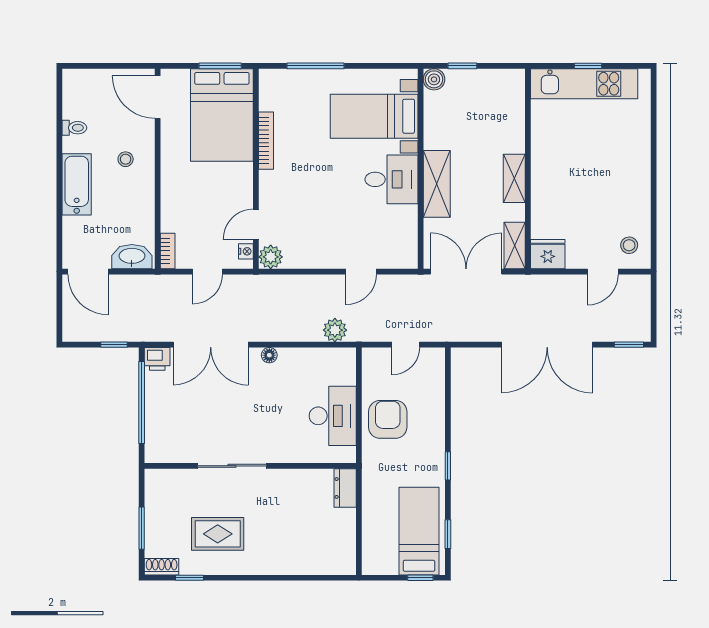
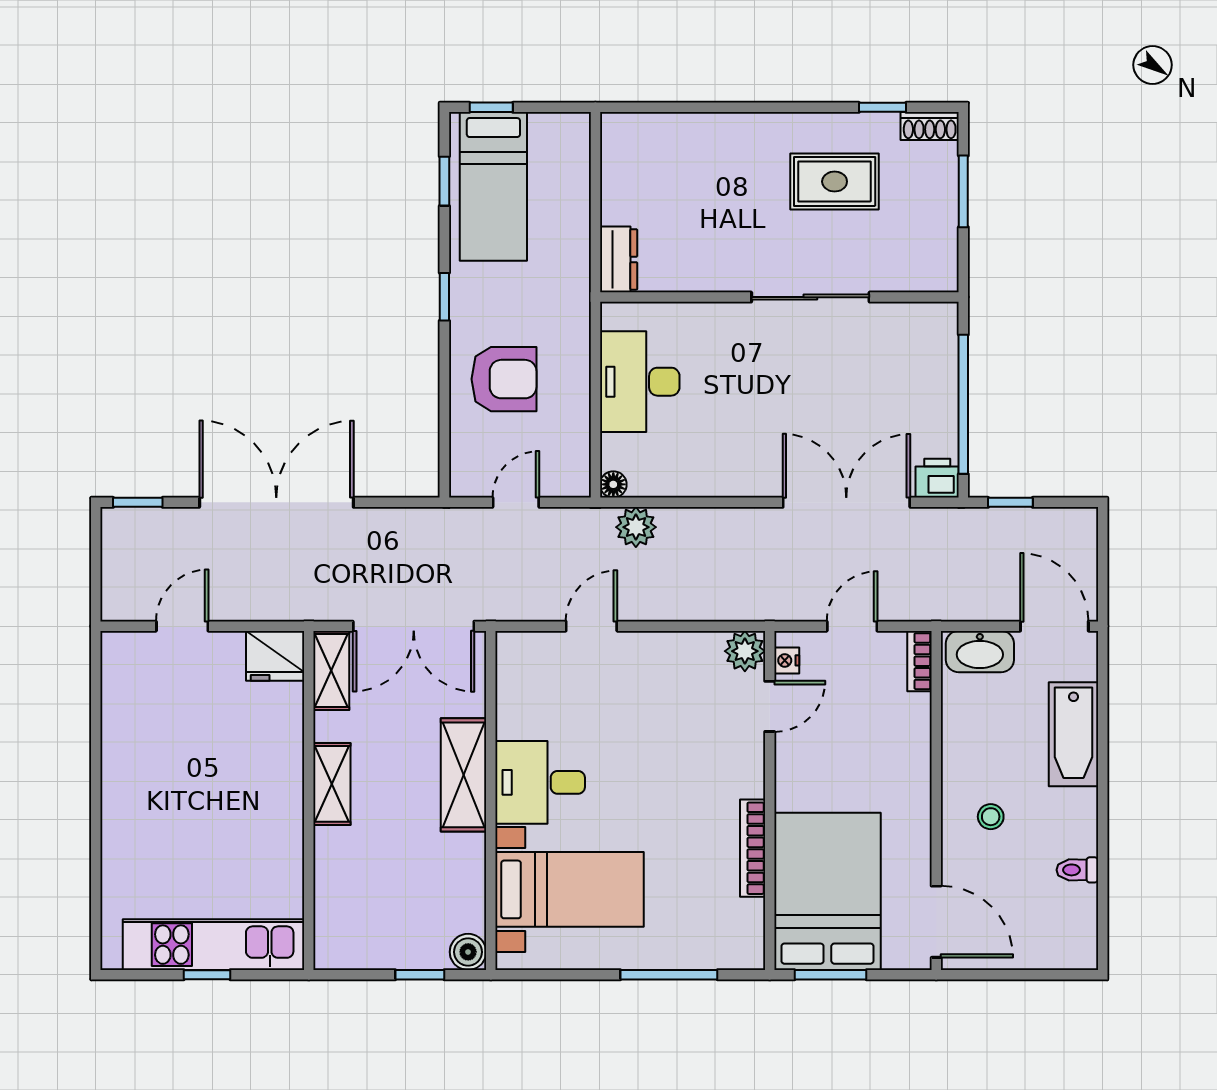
bathtub: (77, 184) -> (1074, 734), moved
stool: (629, 245) -> (137, 671), removed
floor lamp: (269, 355) -> (613, 484), moved
armchair: (388, 419) -> (504, 379), moved, turned -90

